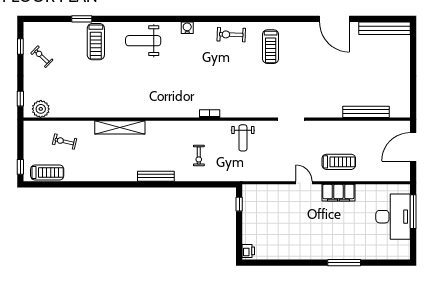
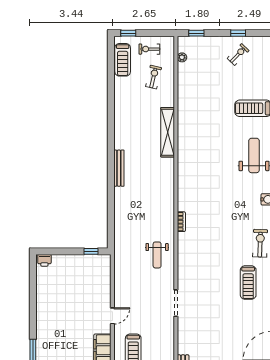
window: (20, 46) -> (238, 33), moved
treadmill: (271, 47) -> (248, 283), turned -90
plant: (41, 109) -> (182, 57), width x0.53, depth x0.53
weight bench: (243, 138) -> (157, 255), turned -90
exercise bike: (199, 155) -> (149, 49), moved

